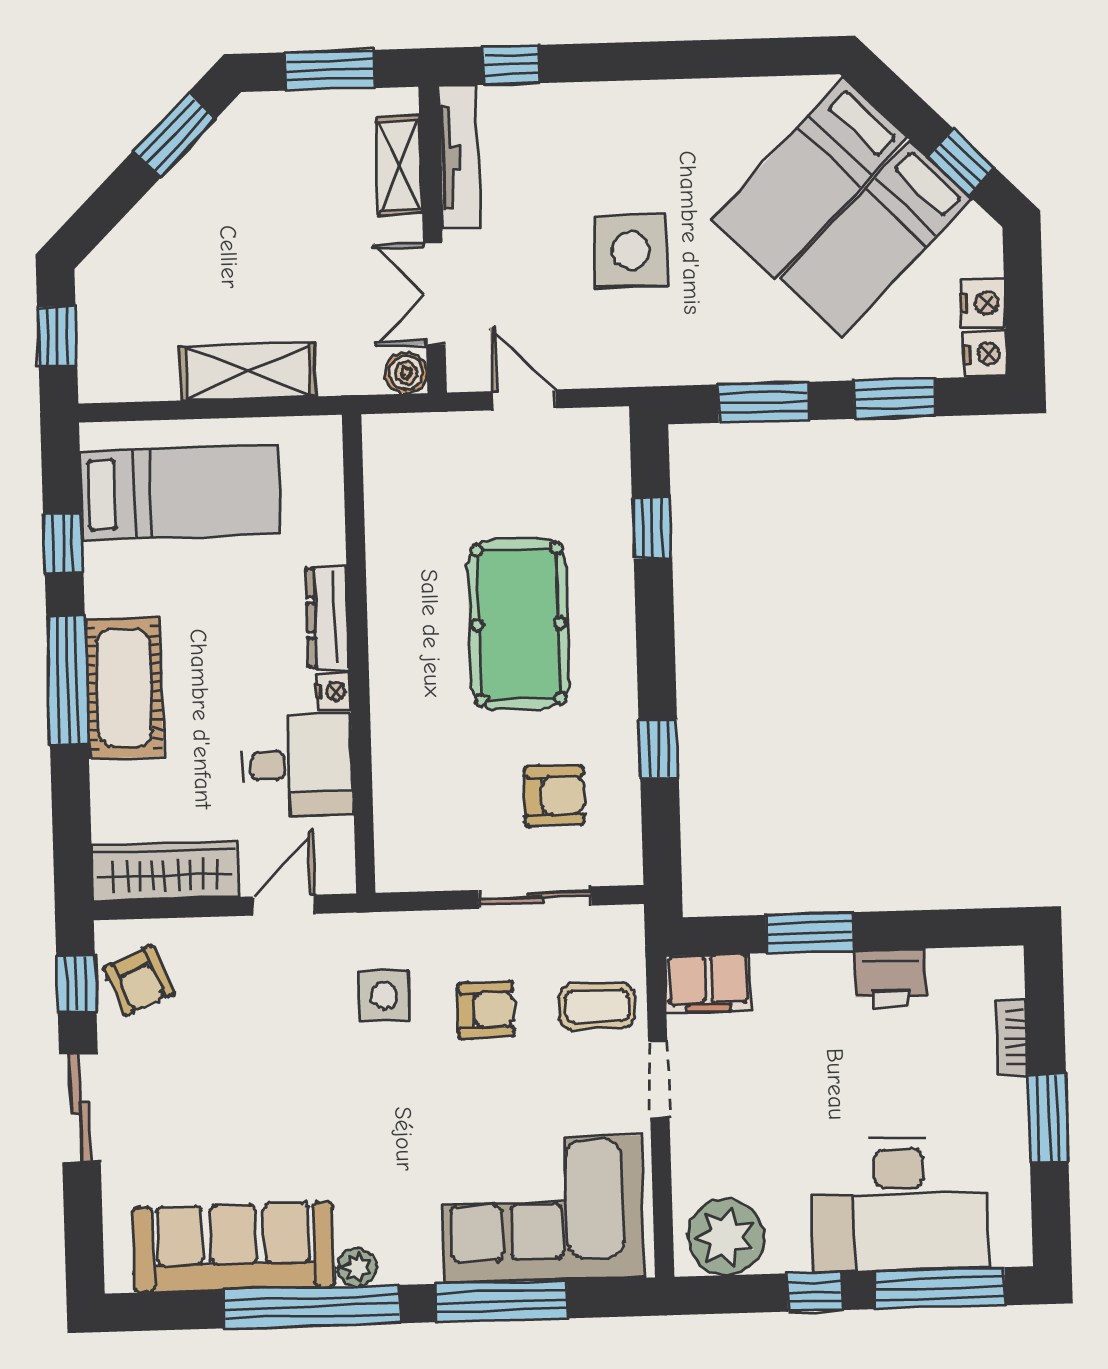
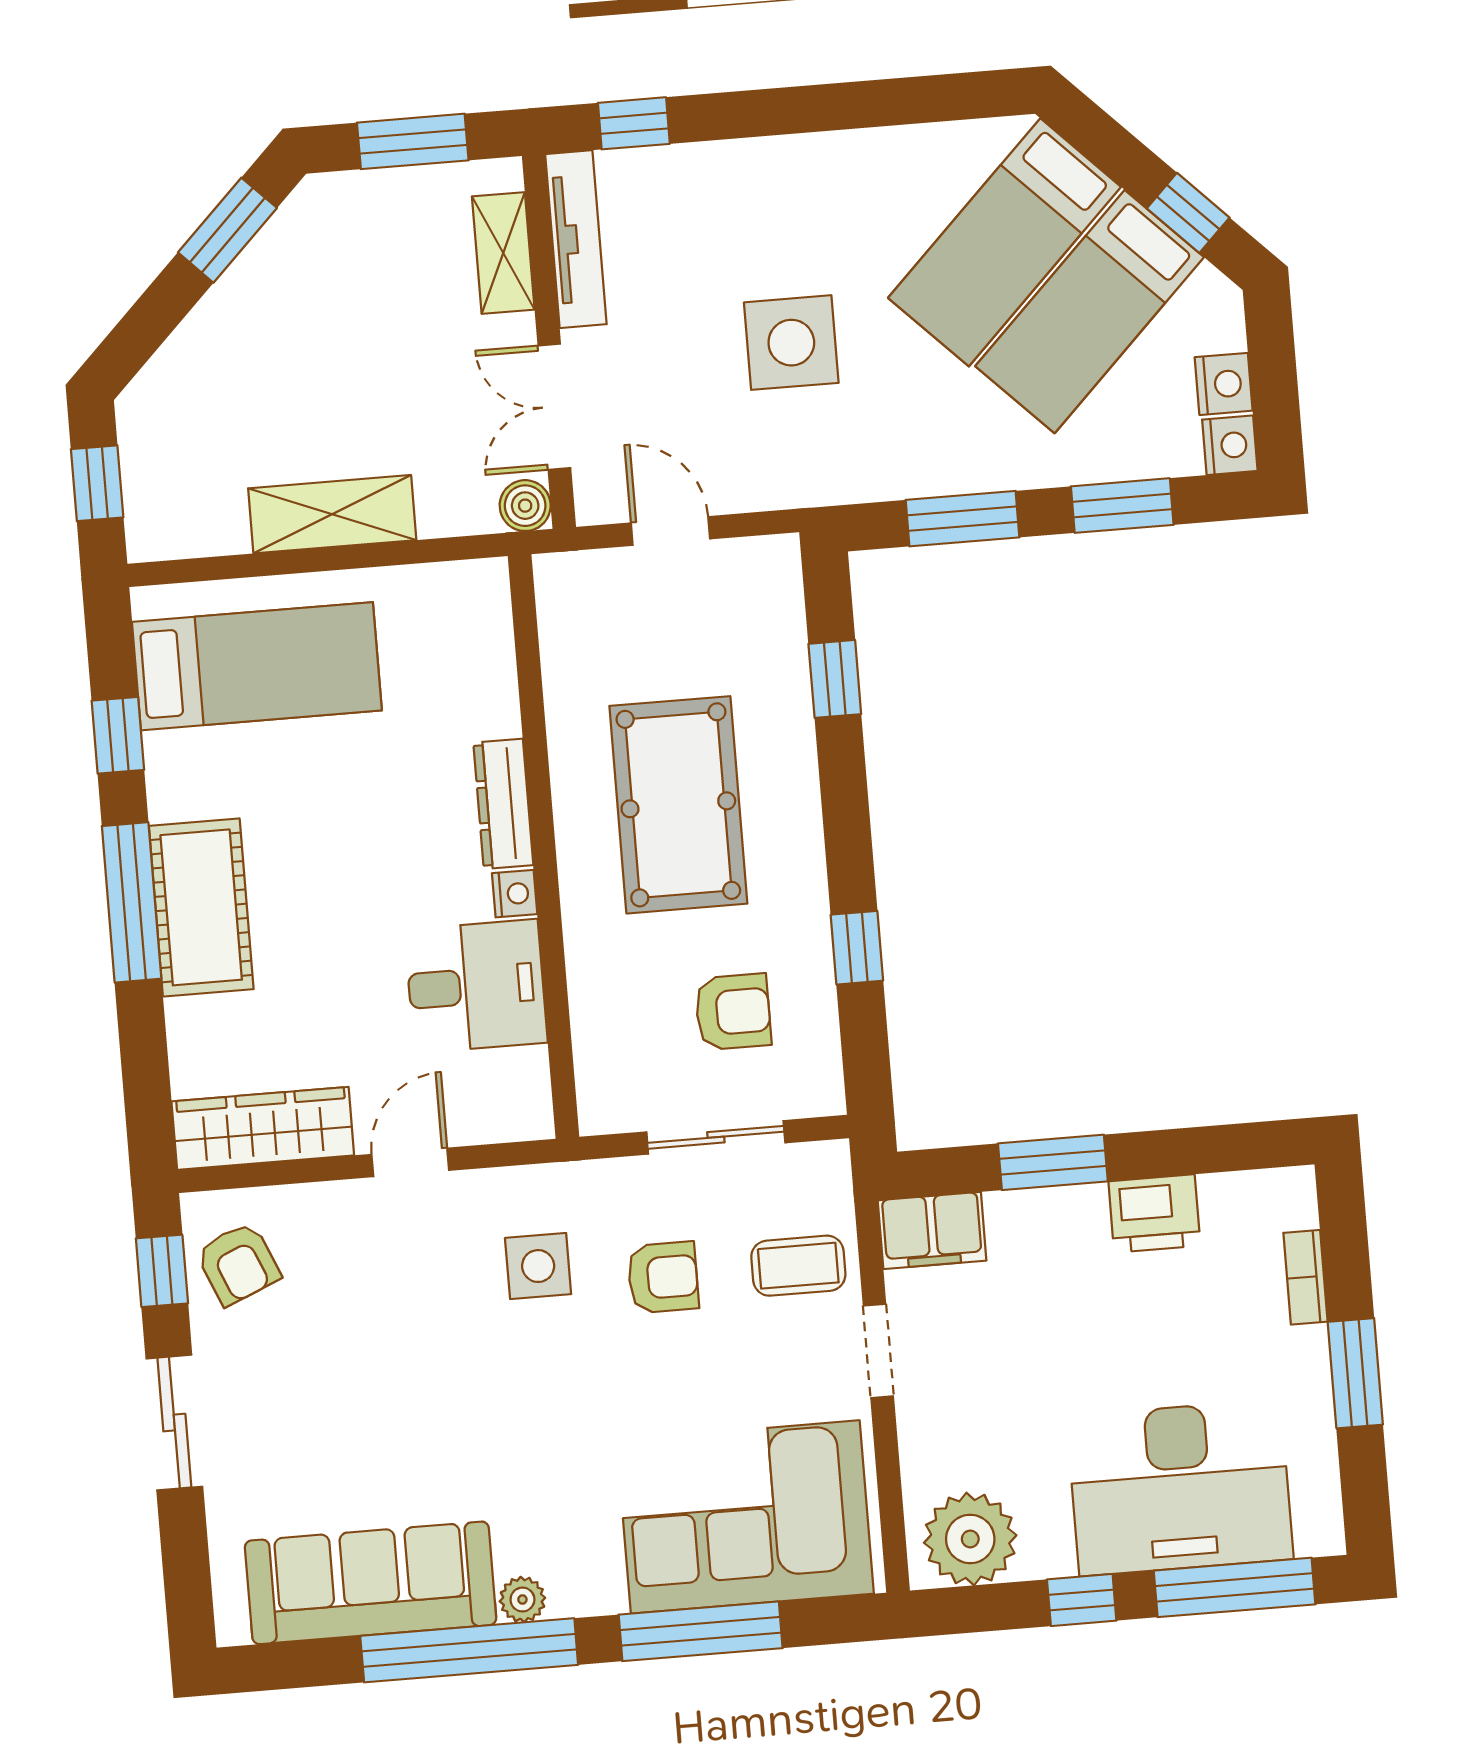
dresser: (328, 617) -> (503, 804), moved
wall: (359, 654) -> (543, 846), moved
nightstand: (333, 691) -> (515, 894), moved
desk: (298, 765) -> (476, 986), moved

